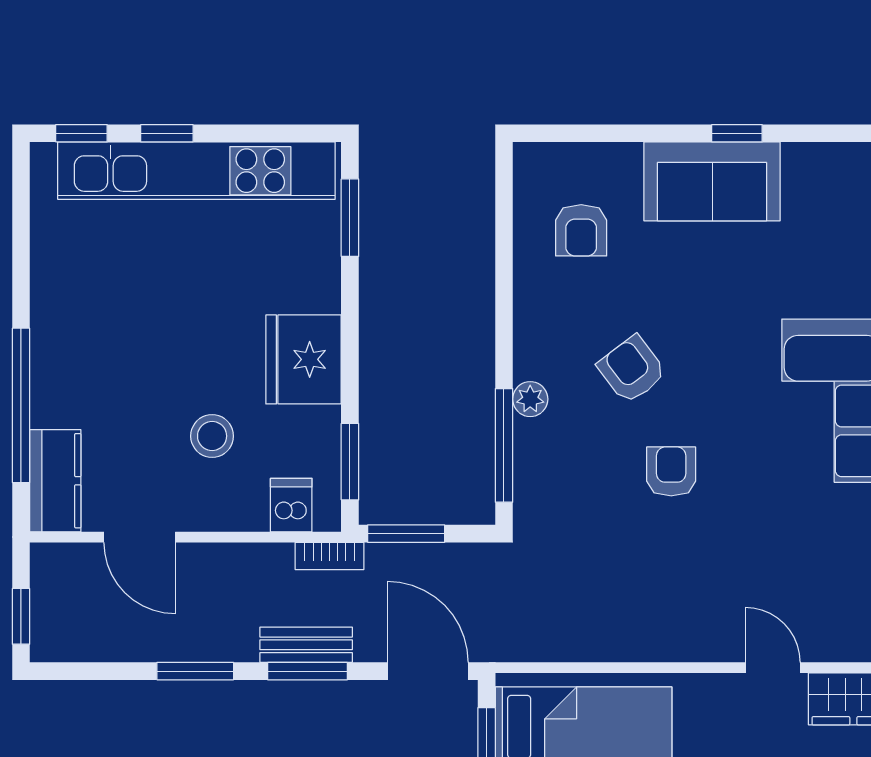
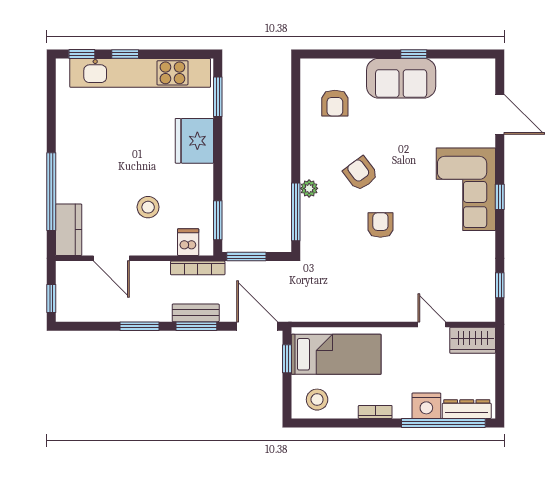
fridge: (304, 359) -> (194, 141), moved
bookcase: (329, 556) -> (198, 268), width x1.56

